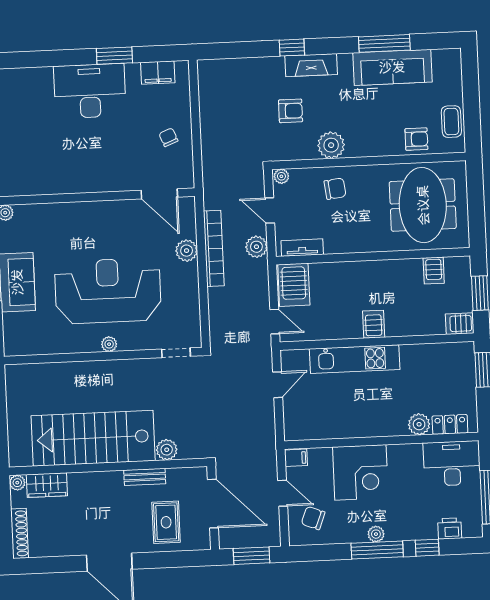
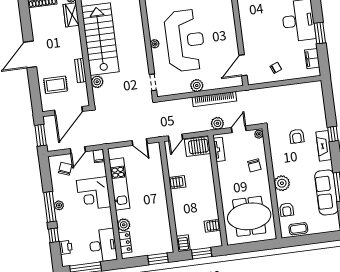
plant: (331, 145) -> (282, 183), moved
plant: (187, 251) -> (197, 86), moved
server rack: (374, 324) -> (177, 182), moved
kitchen unit: (355, 359) -> (119, 184), moved, turned 180

